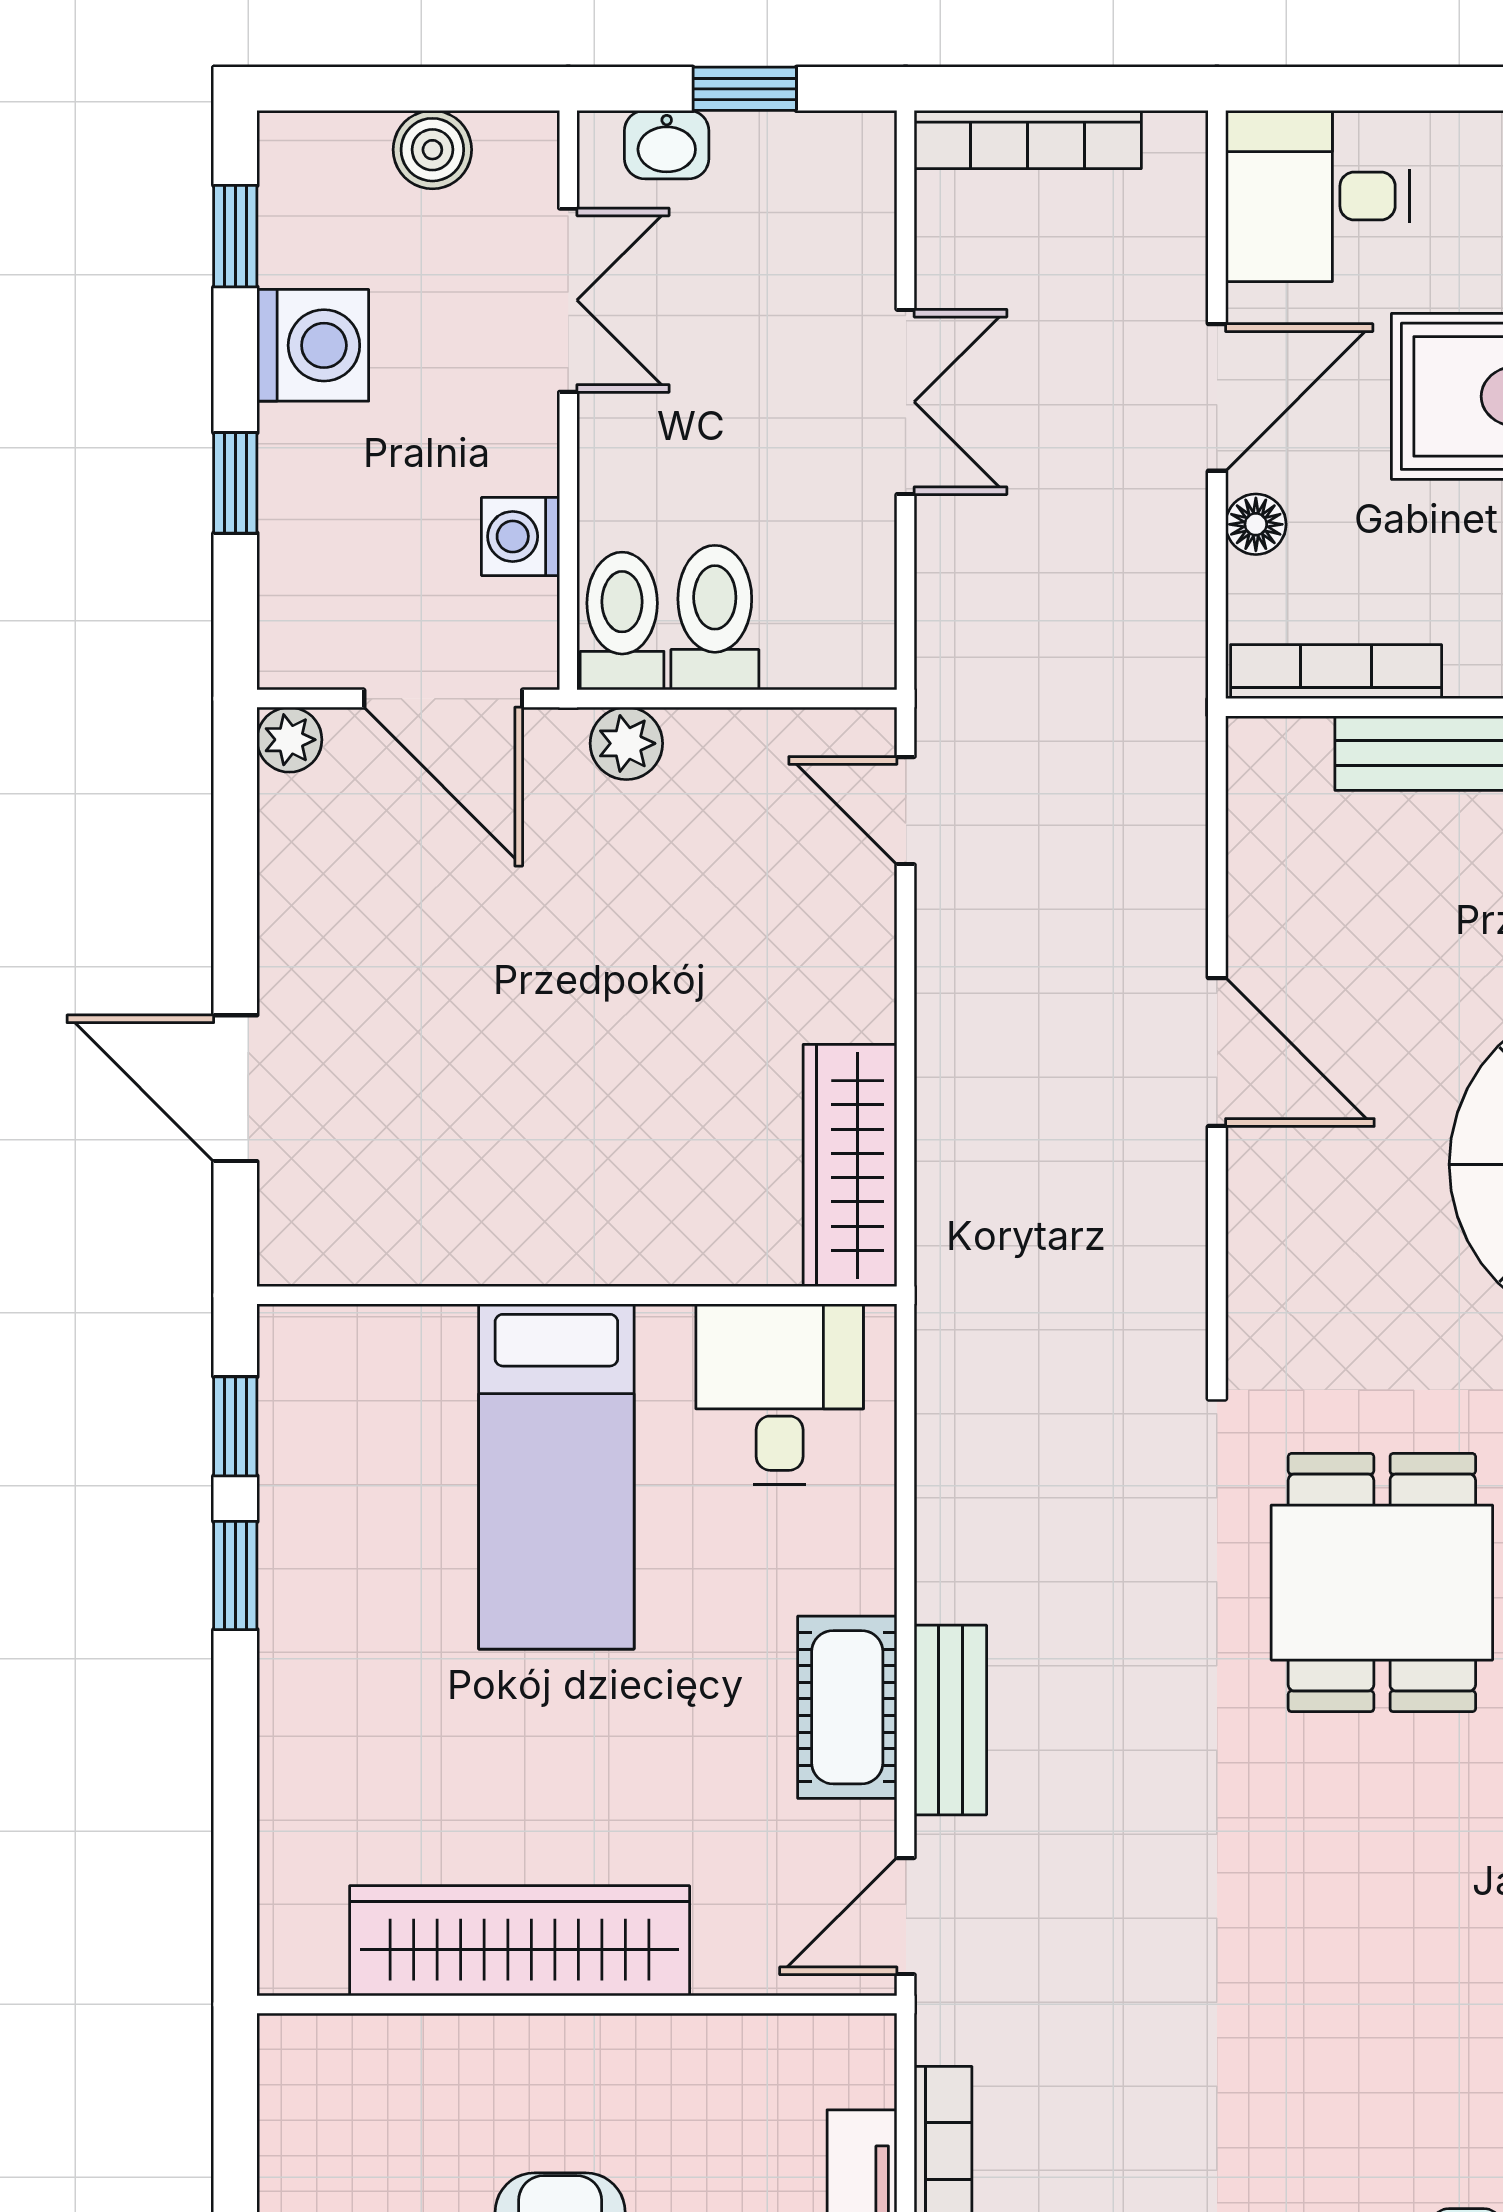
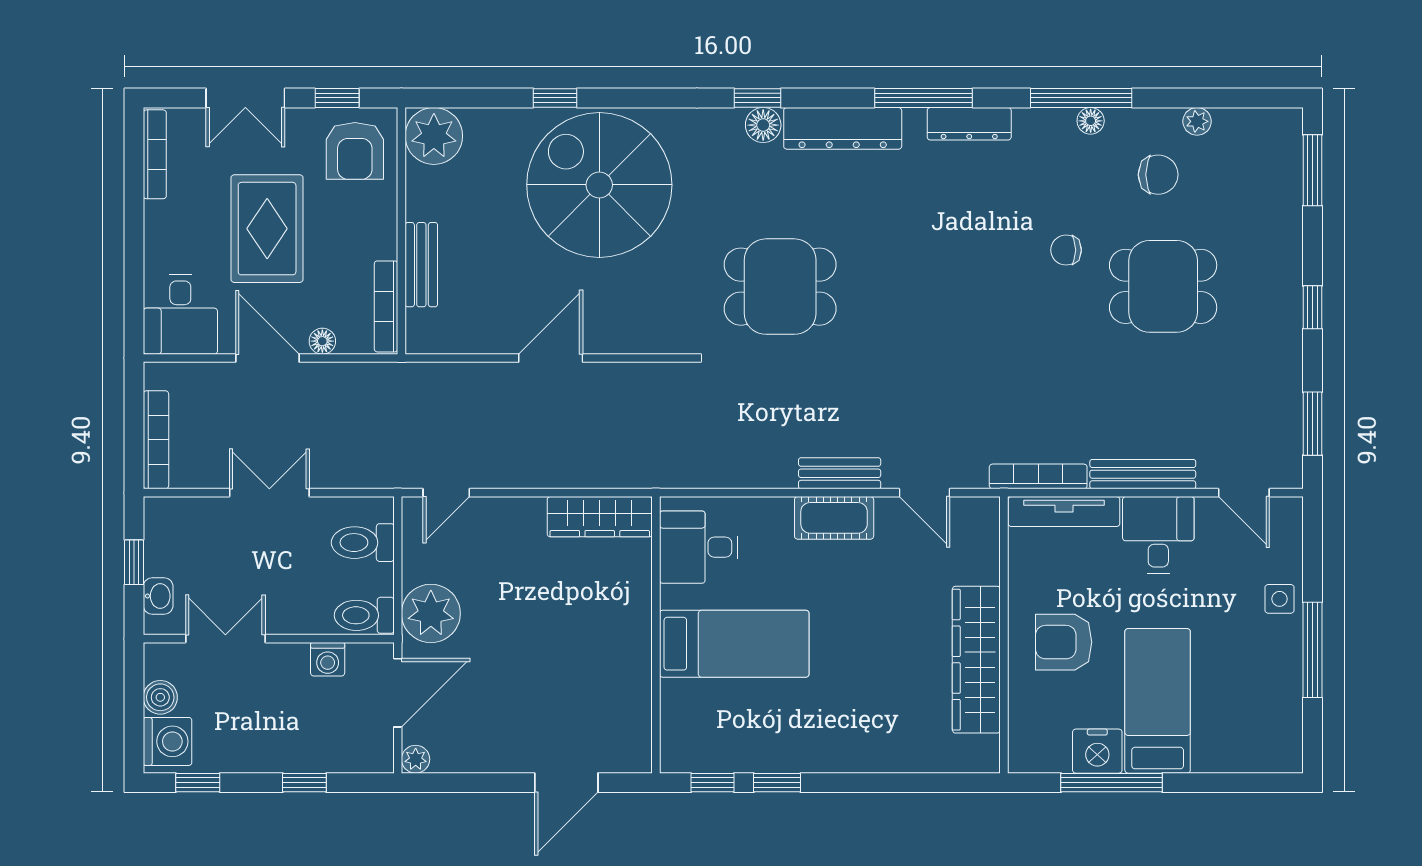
washing machine: (313, 345) -> (168, 741), moved, turned 90
toilet: (715, 618) -> (363, 543), moved
plant: (626, 743) -> (431, 613), width x1.87, depth x1.87
wardrobe: (520, 1941) -> (976, 660), moved
wall: (577, 2004) -> (1004, 635), moved

